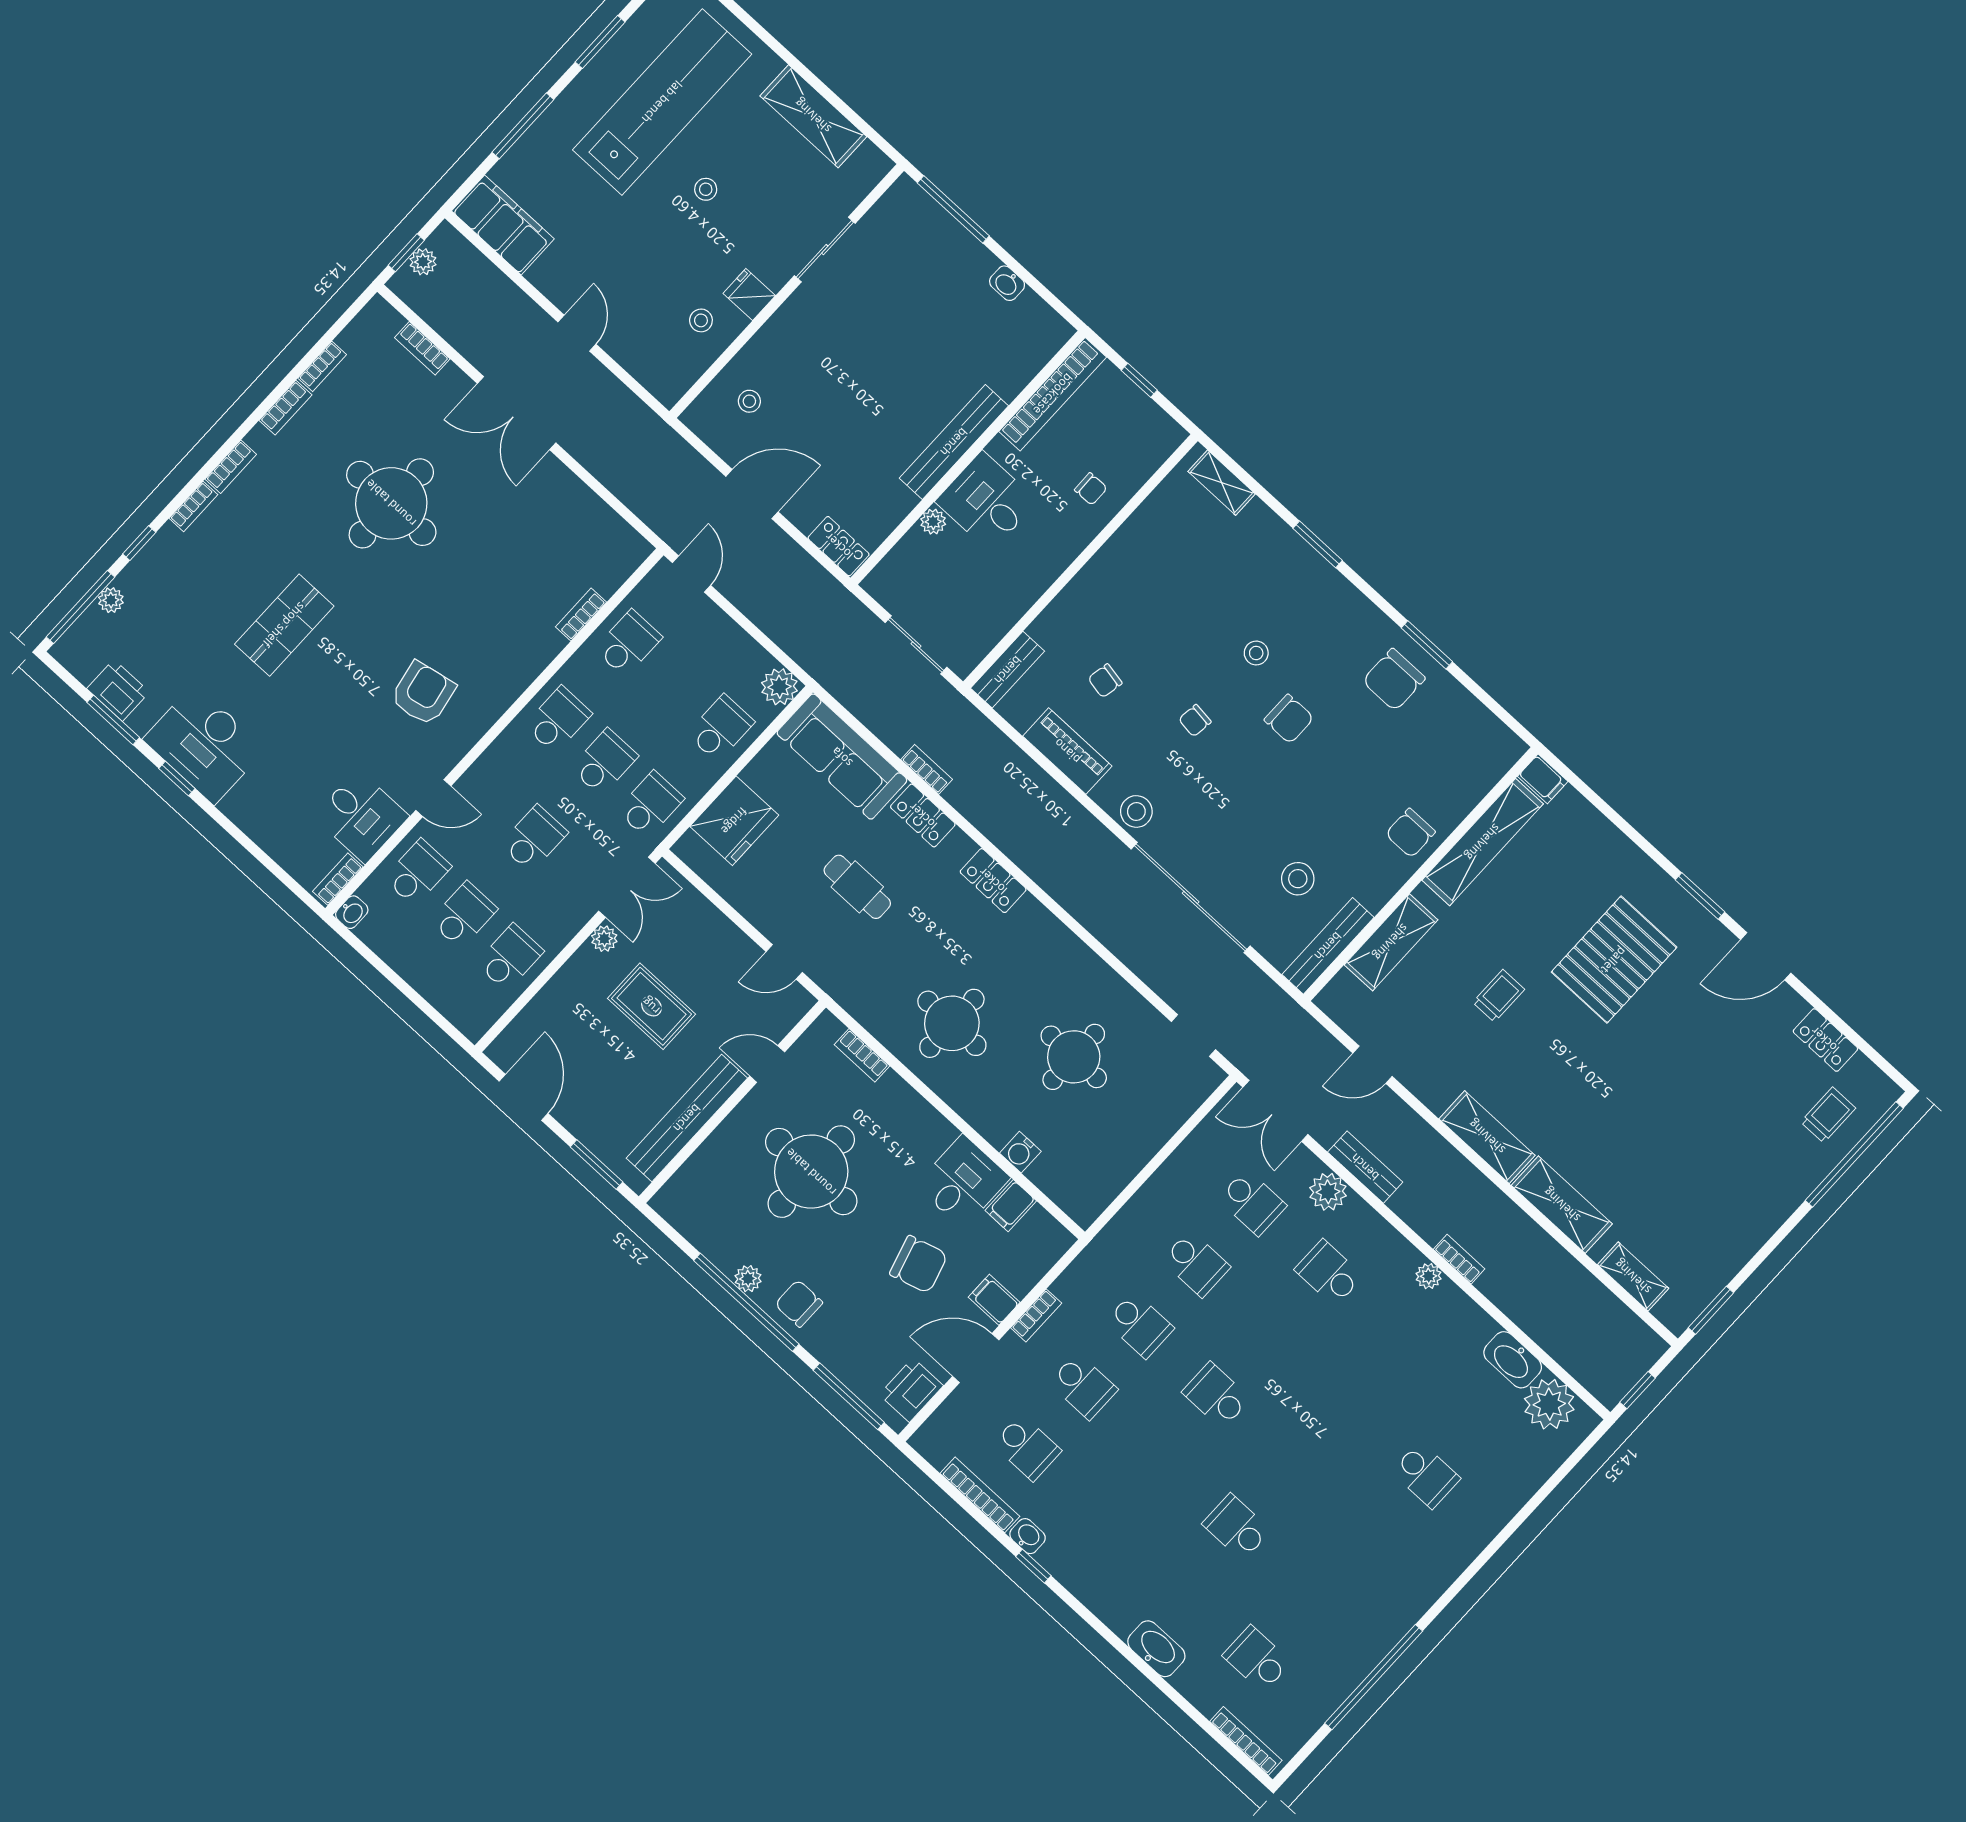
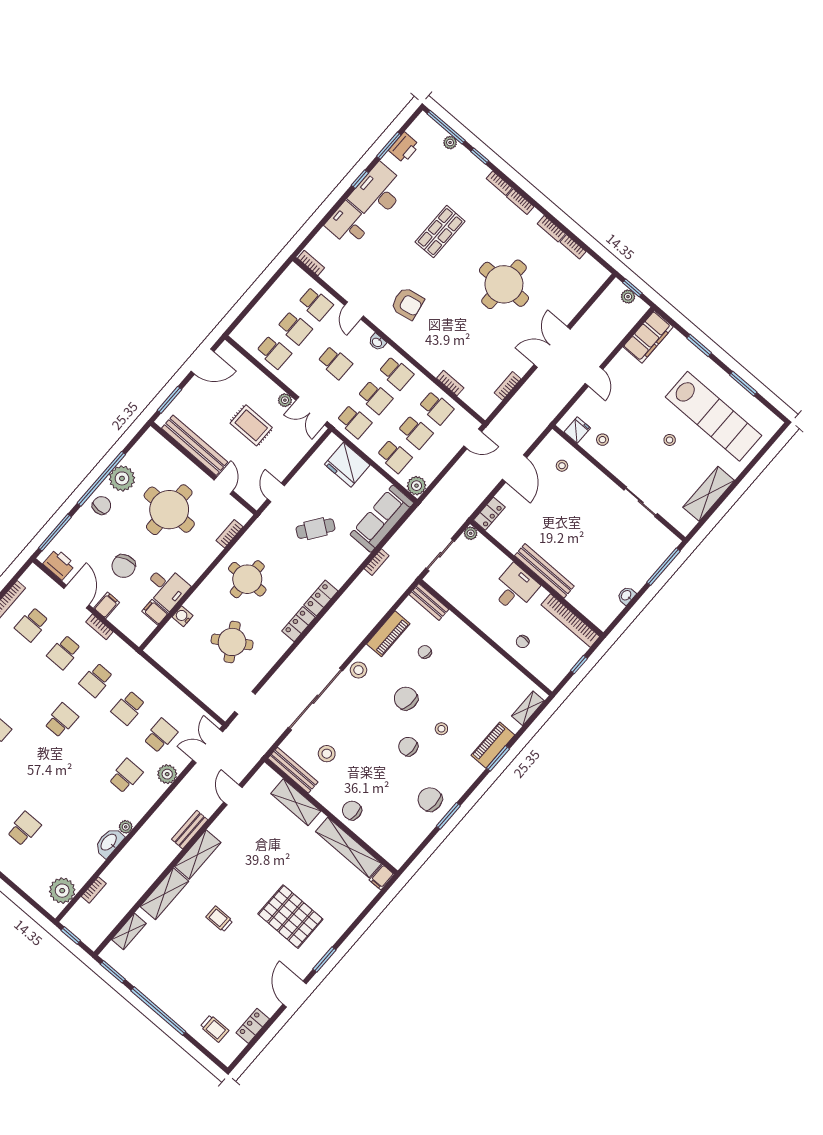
window: (523, 126) -> (699, 345), width x0.69
fridge: (749, 294) -> (577, 430), moved
door: (577, 333) -> (594, 376), hinge flipped
bookcase: (422, 348) -> (508, 386), moved
plant: (933, 522) -> (471, 533), moved
piano: (1291, 553) -> (493, 745), added
shop shelf: (284, 625) -> (440, 232), turned 90
school desk: (674, 686) -> (415, 432), added
chair: (1289, 719) -> (408, 747), turned 90
chair: (1195, 721) -> (406, 698), width x1.87, depth x1.87
desk: (361, 816) -> (348, 225), moved, turned 90
locker: (923, 816) -> (299, 624), moved
cafe table: (857, 887) -> (315, 529), turned 36
washbasin: (352, 912) -> (377, 342), moved
trolley: (1499, 996) -> (219, 919), moved, turned 180
rug: (651, 1006) -> (251, 425), turned 90
round table: (1074, 1057) -> (232, 642), turned -31
window: (1854, 1154) -> (158, 1011), moved
bench: (1365, 1167) -> (190, 830), moved
school desk: (1252, 1202) -> (161, 736), turned 180
bookcase: (1459, 1259) -> (94, 890), moved
plant: (748, 1279) -> (122, 478), width x1.87, depth x1.87
washbasin: (1513, 1360) -> (109, 842), moved
school desk: (1426, 1475) -> (24, 829), turned 180

